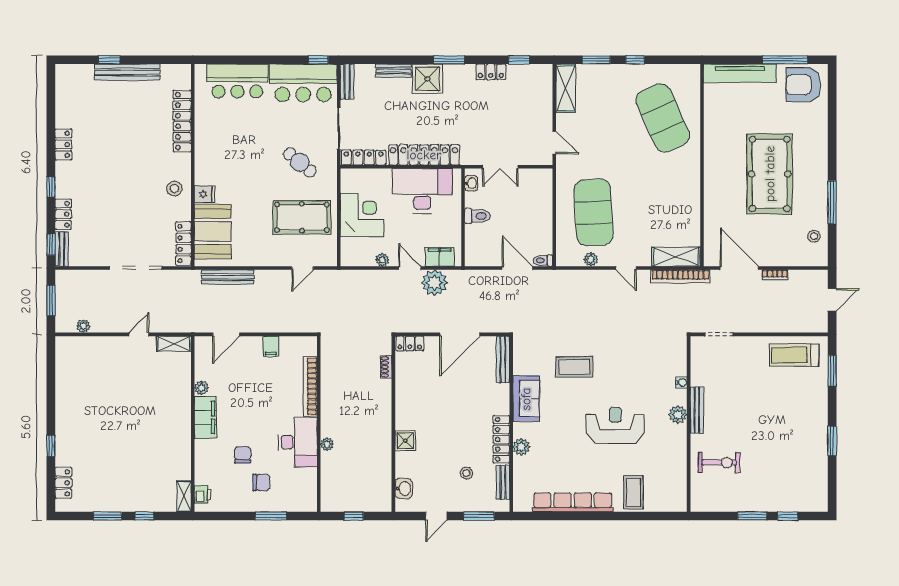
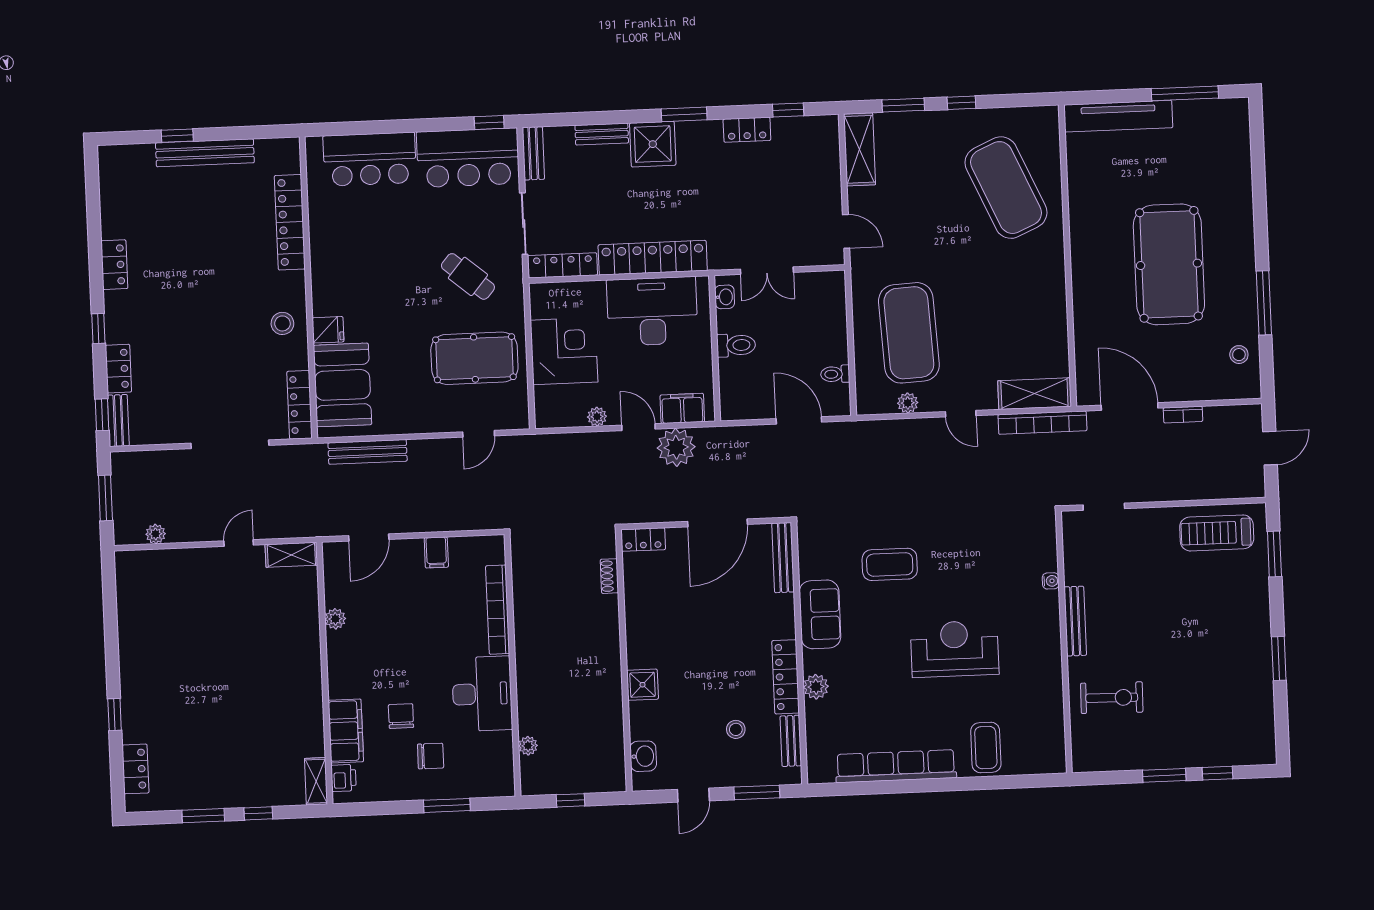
armchair: (803, 85) -> (1214, 129), removed
toilet: (543, 260) -> (835, 374), moved
plant: (678, 415) -> (1047, 629), removed
filing cabinet: (205, 417) -> (346, 731), moved
plant: (327, 444) -> (528, 746), moved

